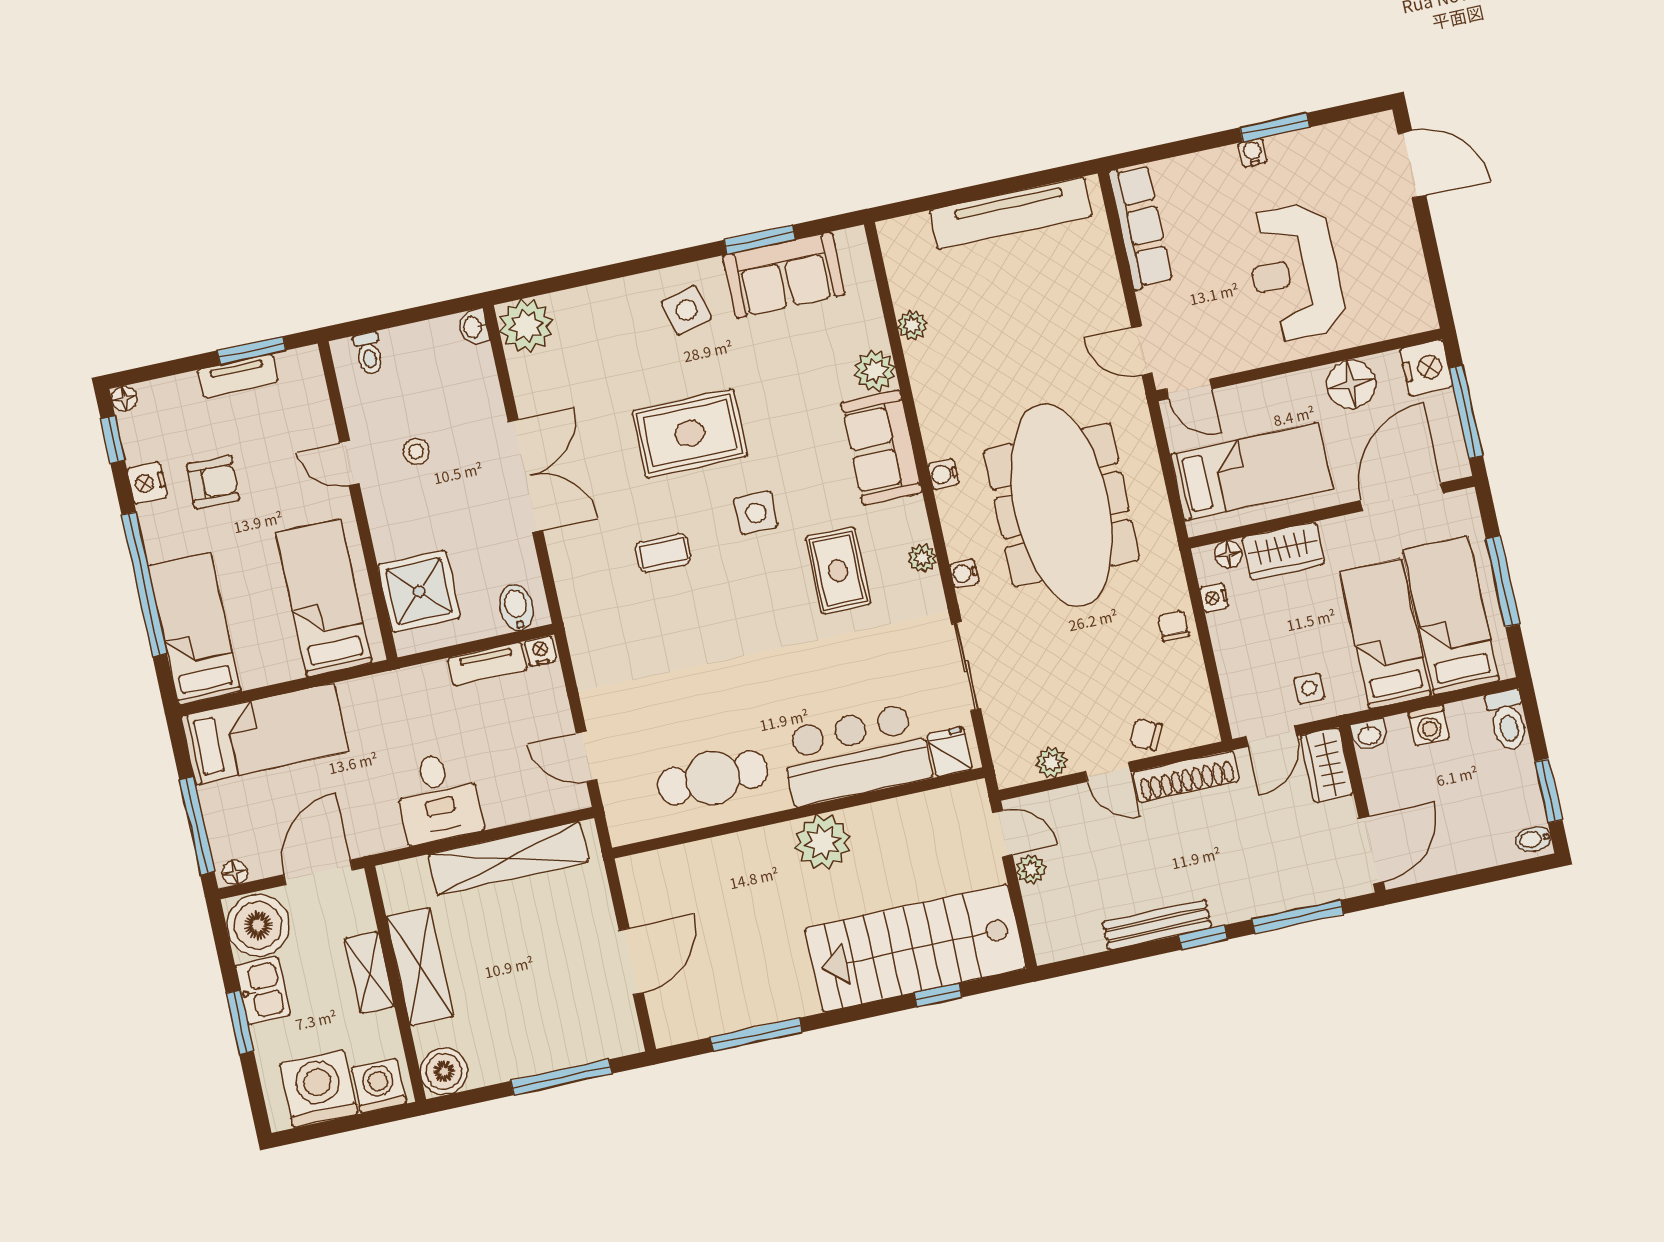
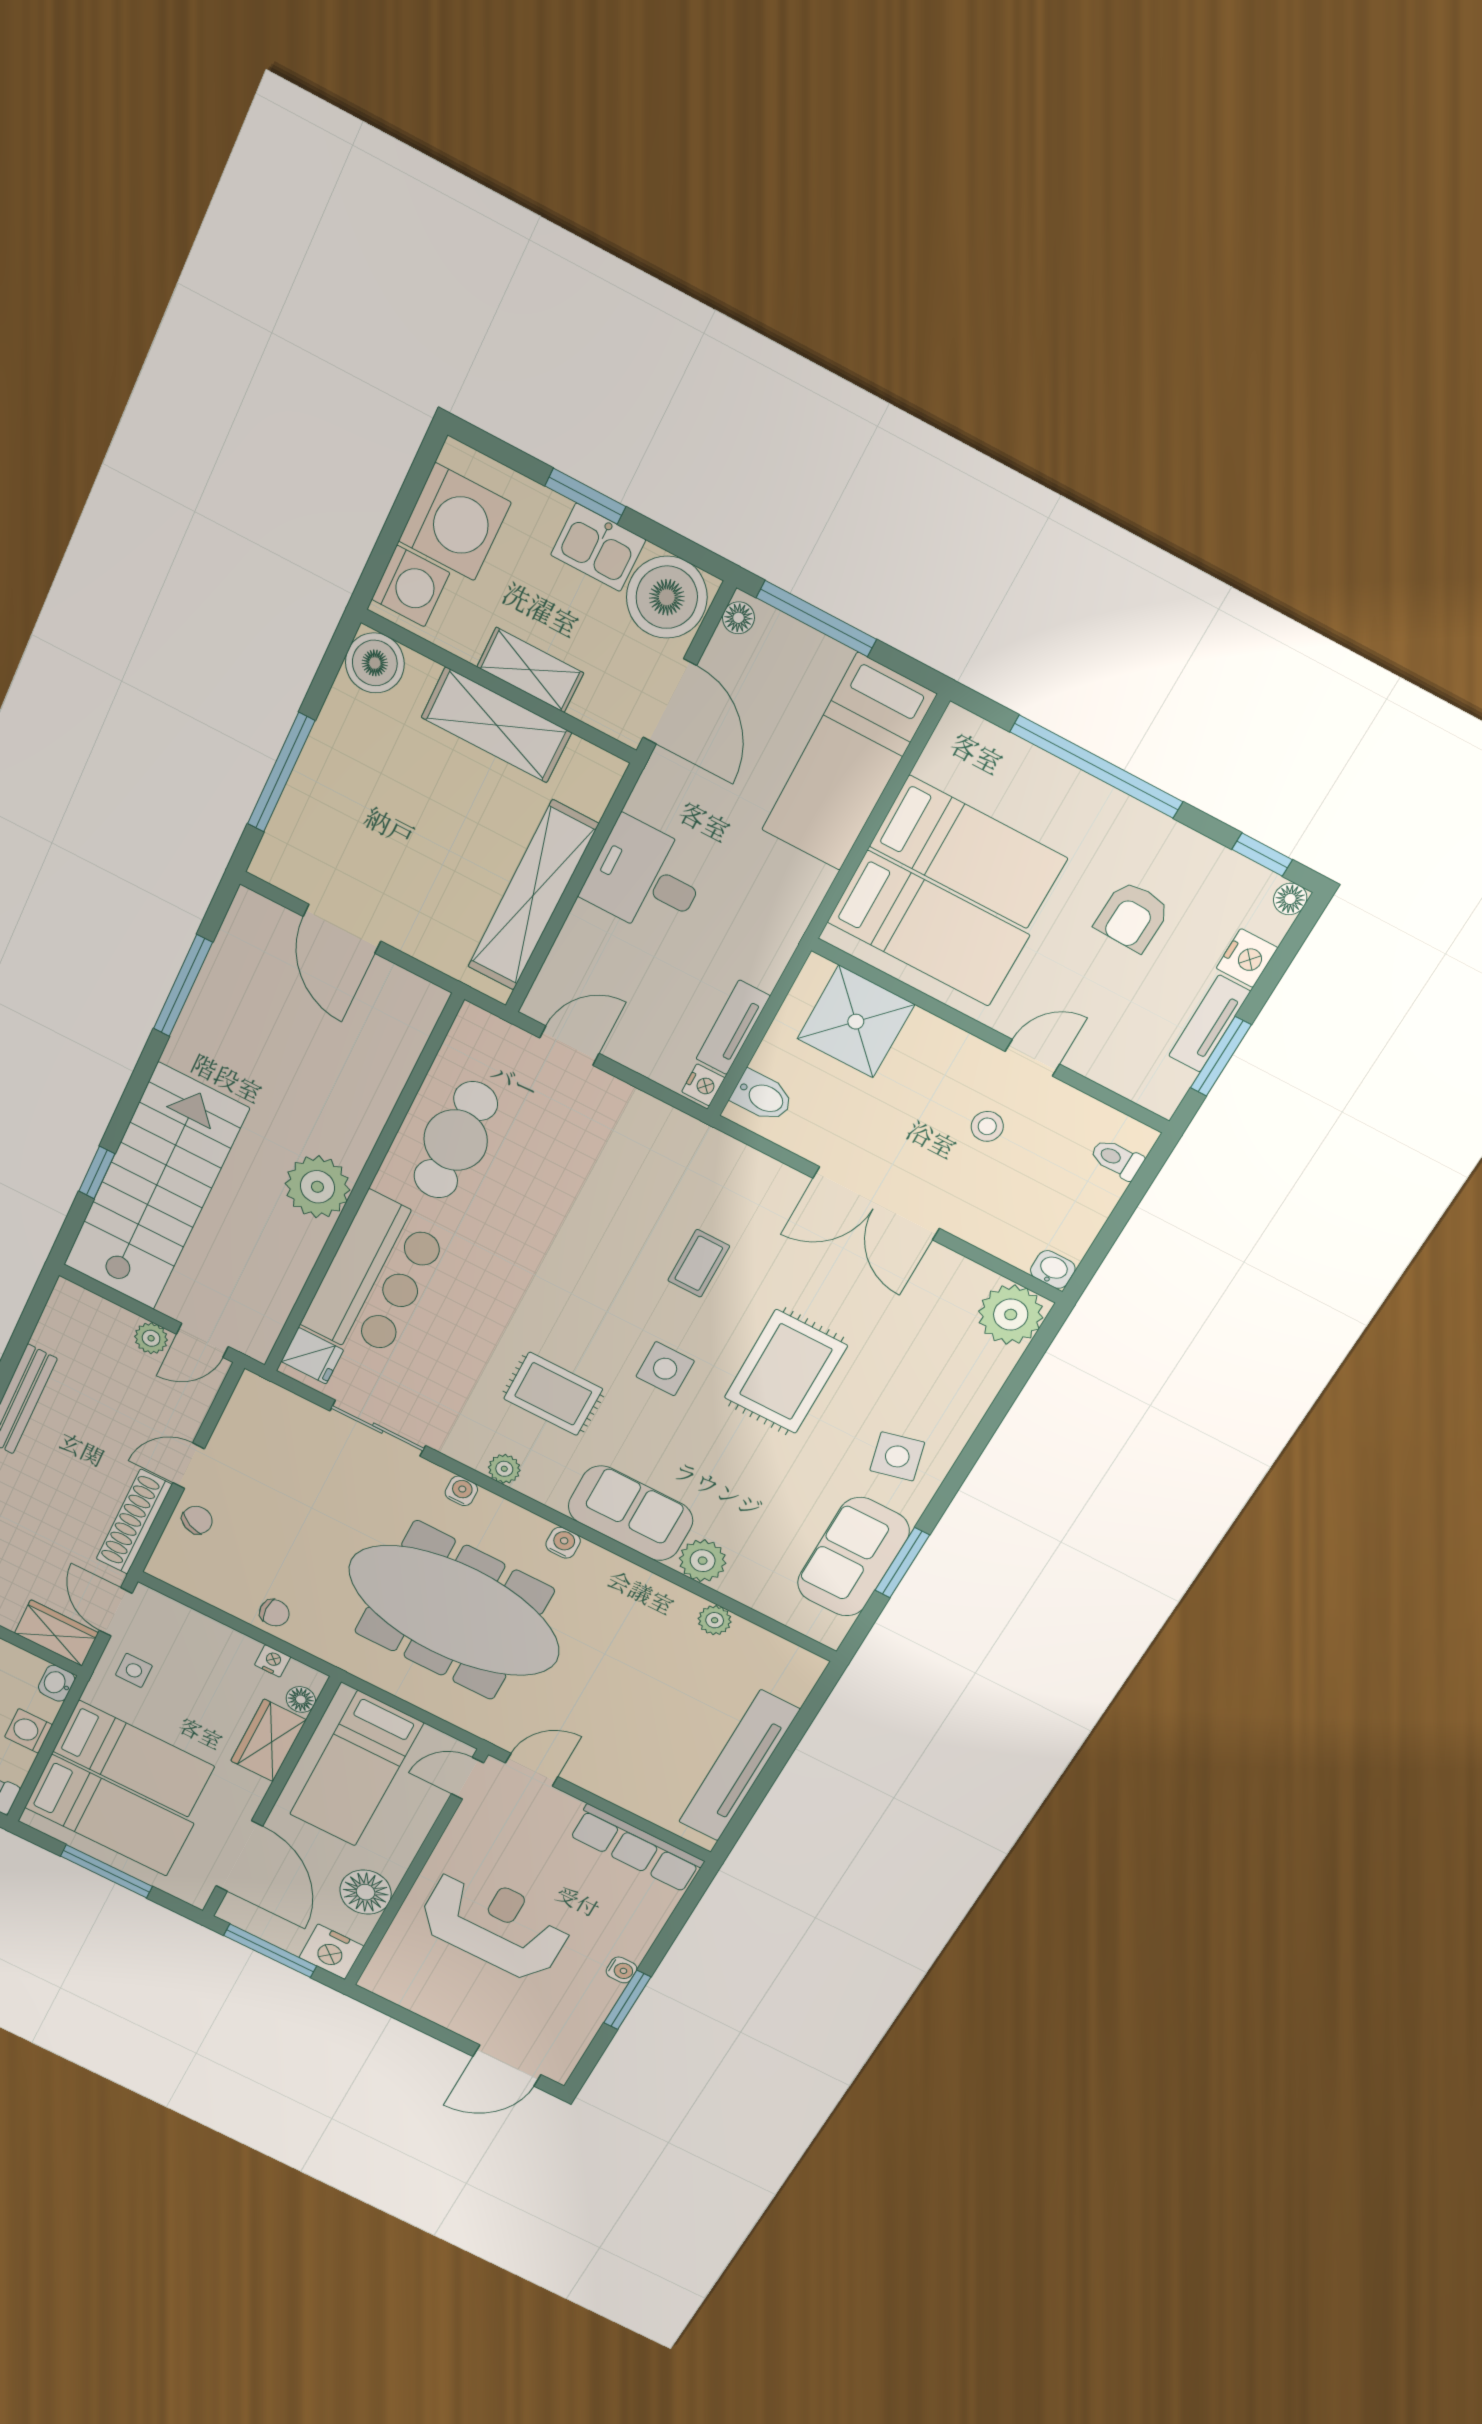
nightstand: (147, 483) -> (1247, 958), moved, turned 90
bed: (194, 629) -> (968, 852), moved
plant: (1051, 762) -> (234, 1429), removed

